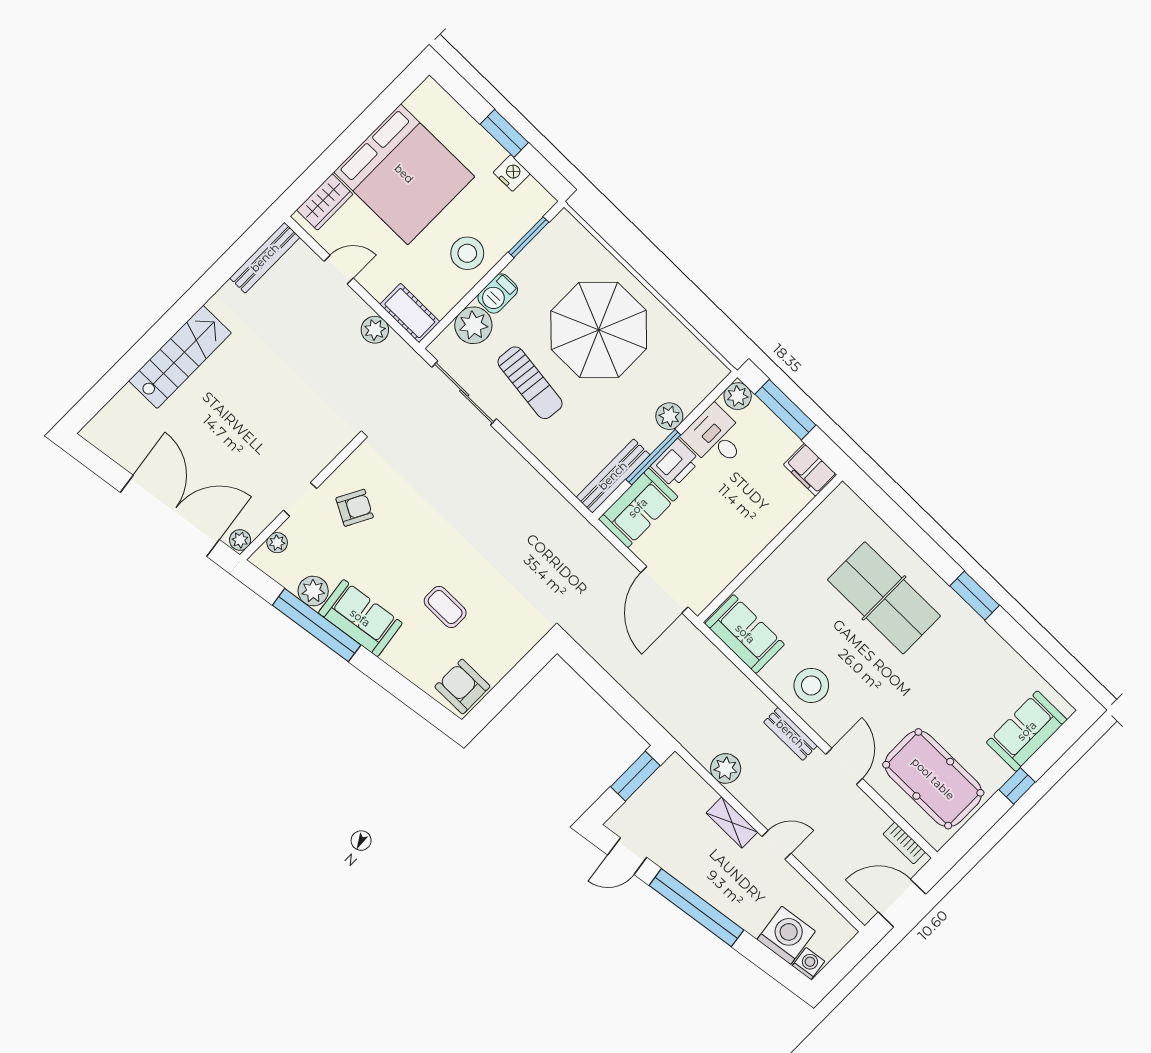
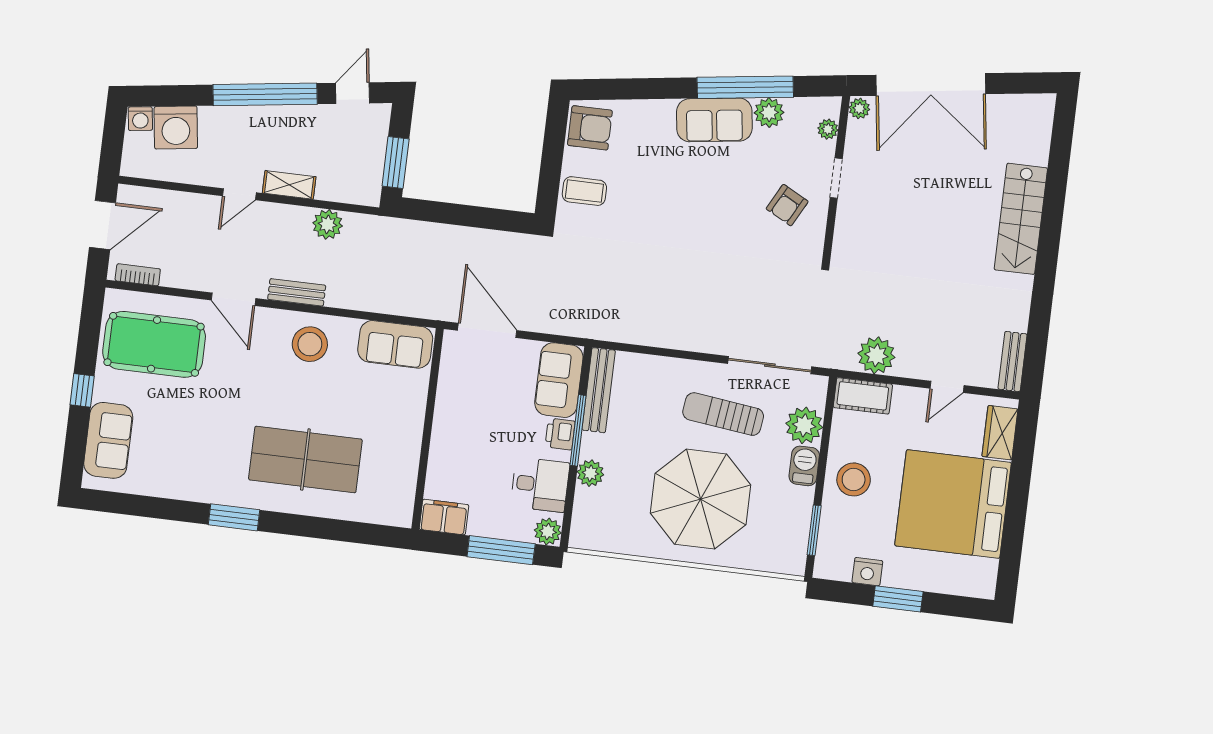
bench: (265, 258) -> (1013, 362), width x0.73
plant: (375, 330) -> (876, 355), width x1.36, depth x1.36
printer: (675, 463) -> (560, 434), width x0.73, depth x0.81
coffee table: (445, 607) -> (584, 191), moved

